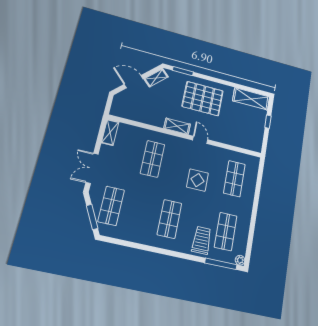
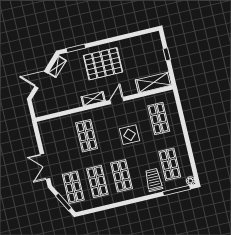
shelving: (251, 99) -> (154, 83), moved
shelving: (110, 132) -> (44, 131), removed
door: (200, 140) -> (117, 101), hinge flipped
shop shelf: (141, 212) -> (97, 181), added

